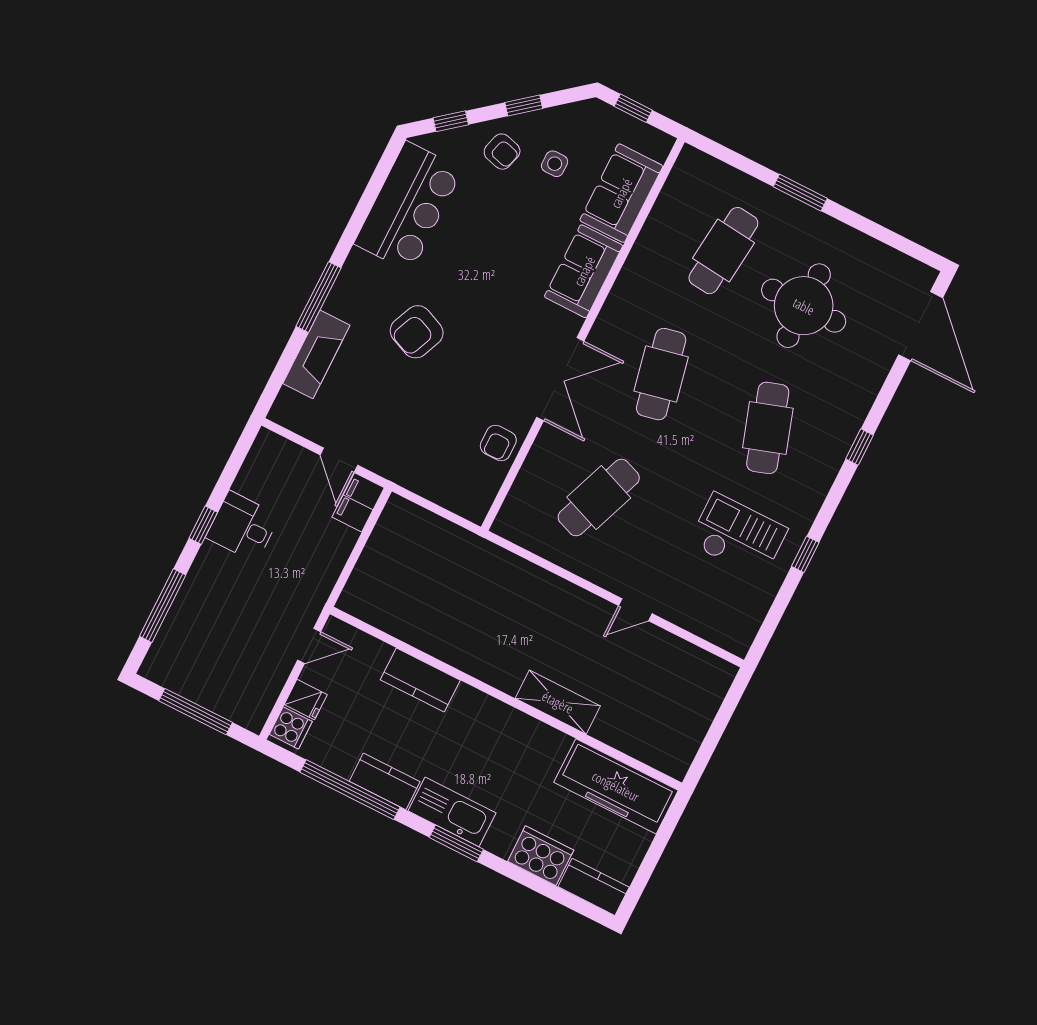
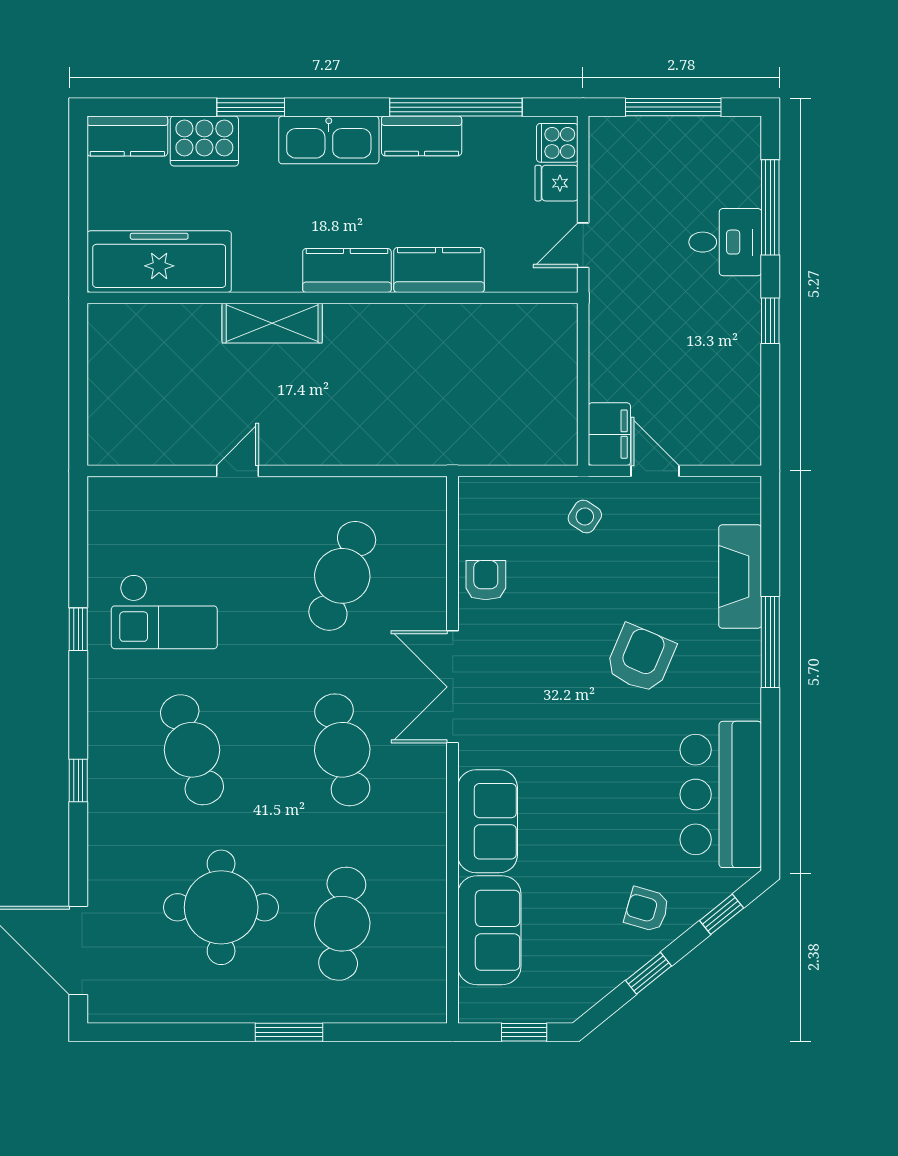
side table: (555, 164) -> (585, 517), moved, turned 33
desk: (243, 527) -> (725, 242), moved
kitchen counter: (486, 713) -> (347, 270), added
window: (456, 843) -> (251, 107), moved

